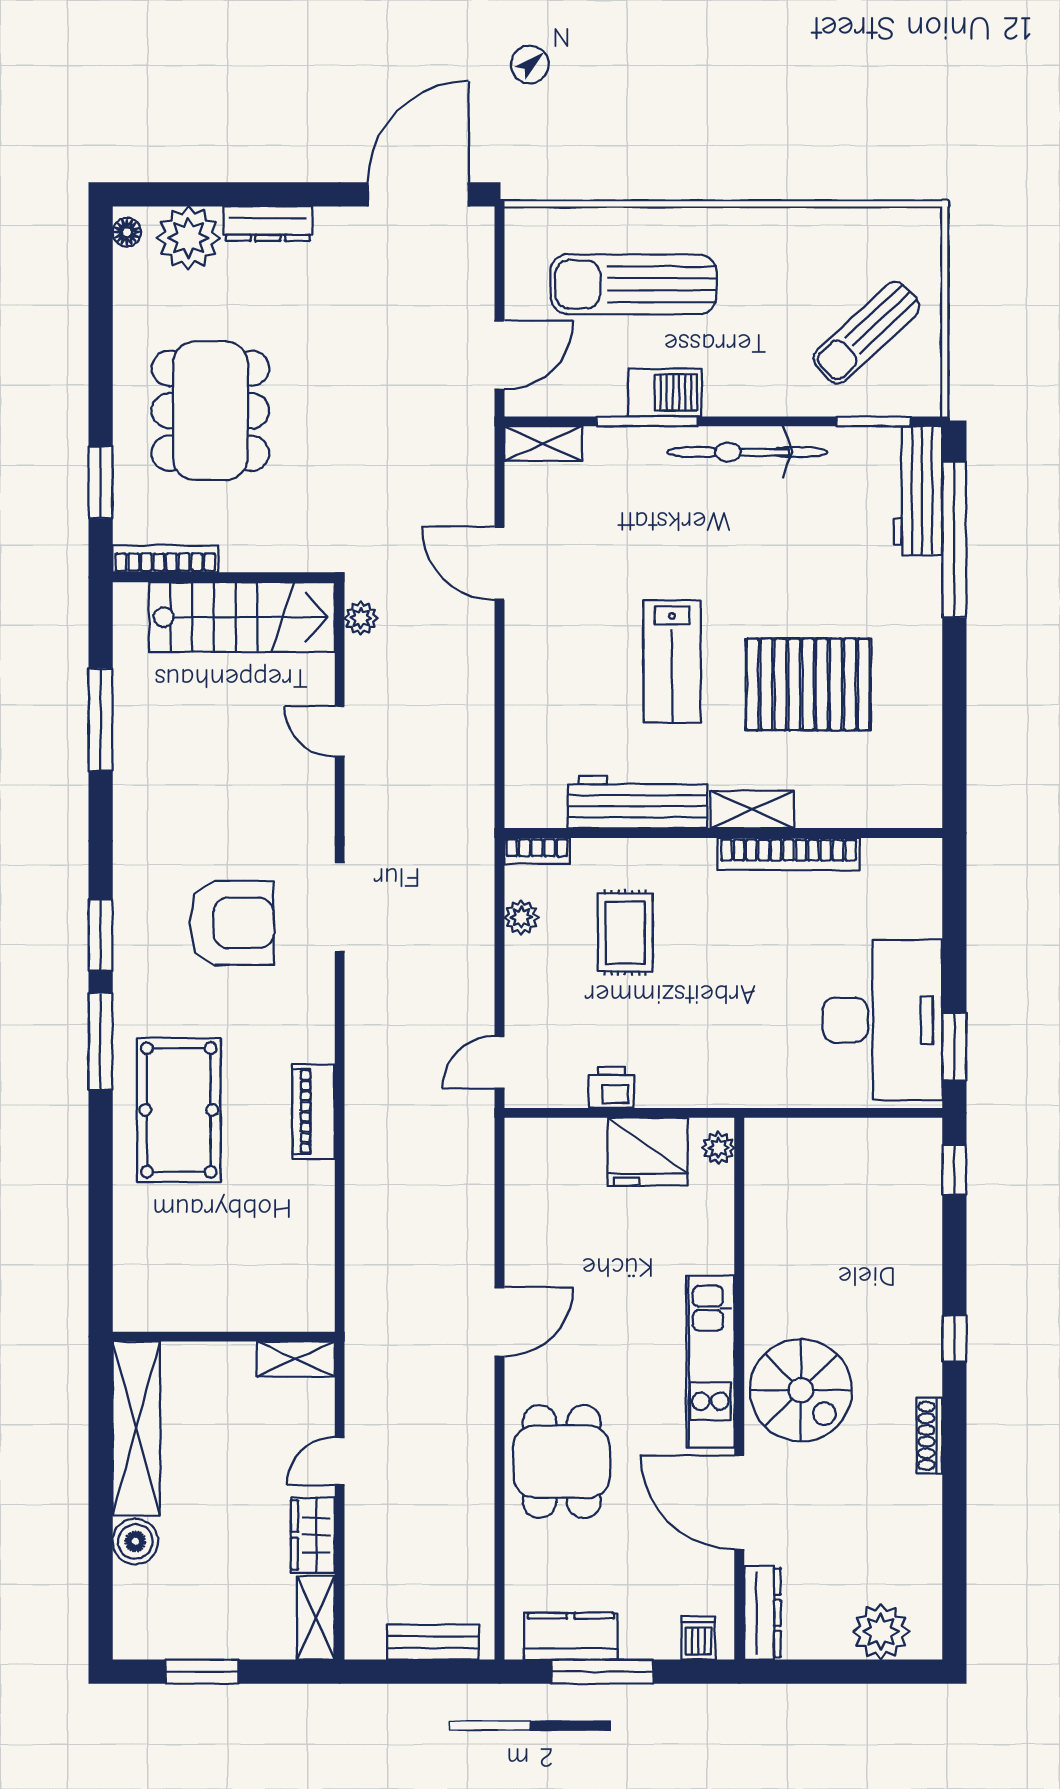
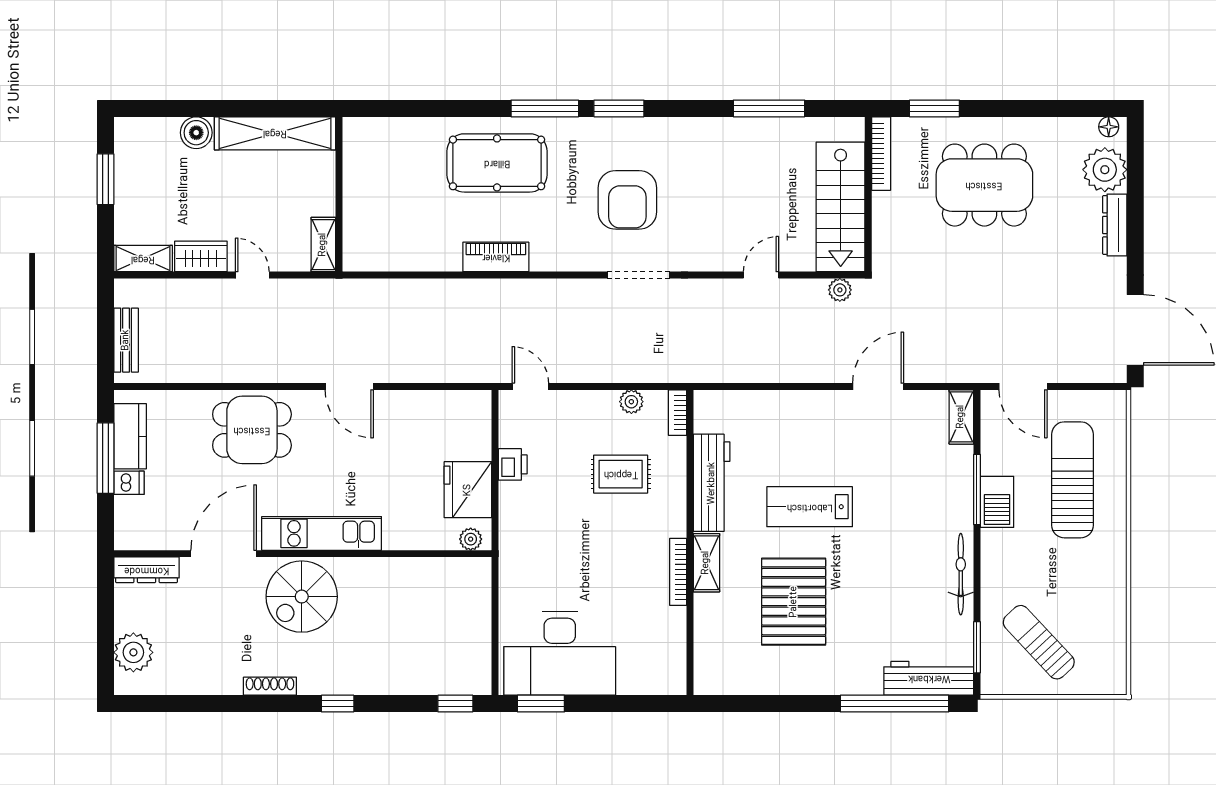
bicycle: (747, 452) -> (961, 574), width x0.73, depth x0.71
bookcase: (789, 854) -> (678, 572), width x0.68, depth x0.76
dishwasher: (698, 1638) -> (129, 483), moved

